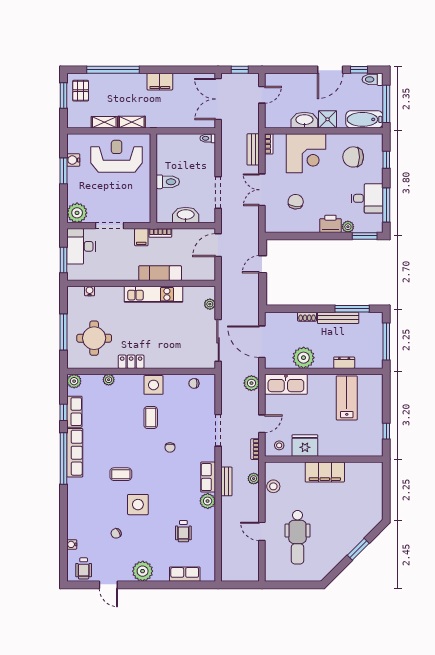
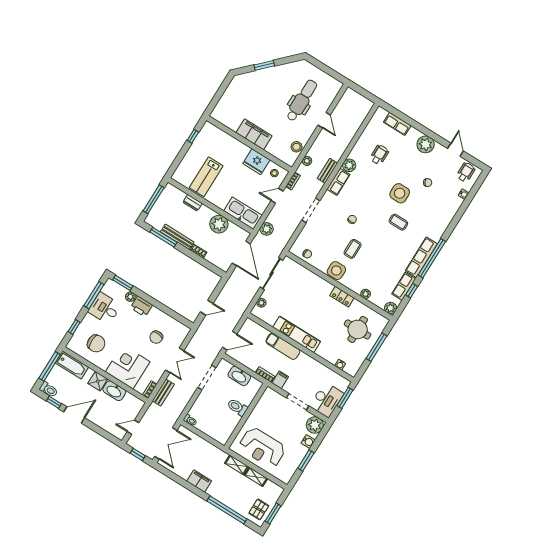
water cooler: (73, 160) -> (308, 442), moved

